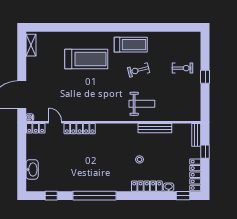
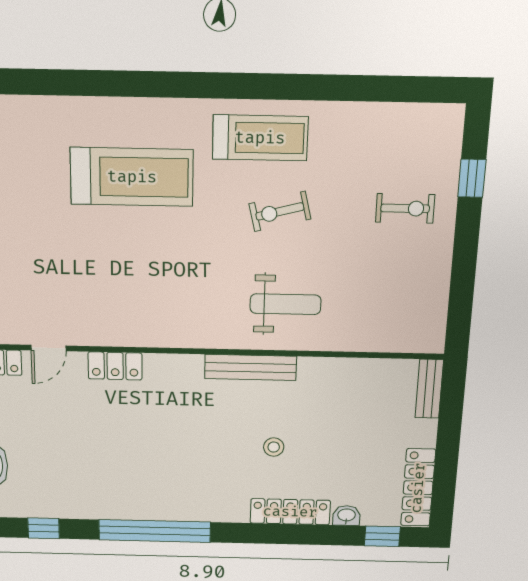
window: (205, 77) -> (472, 178), moved
door: (55, 122) -> (49, 348), swing flipped
bench: (155, 128) -> (251, 367), moved
locker: (80, 129) -> (115, 366), width x0.66
window: (205, 152) -> (449, 431), removed

